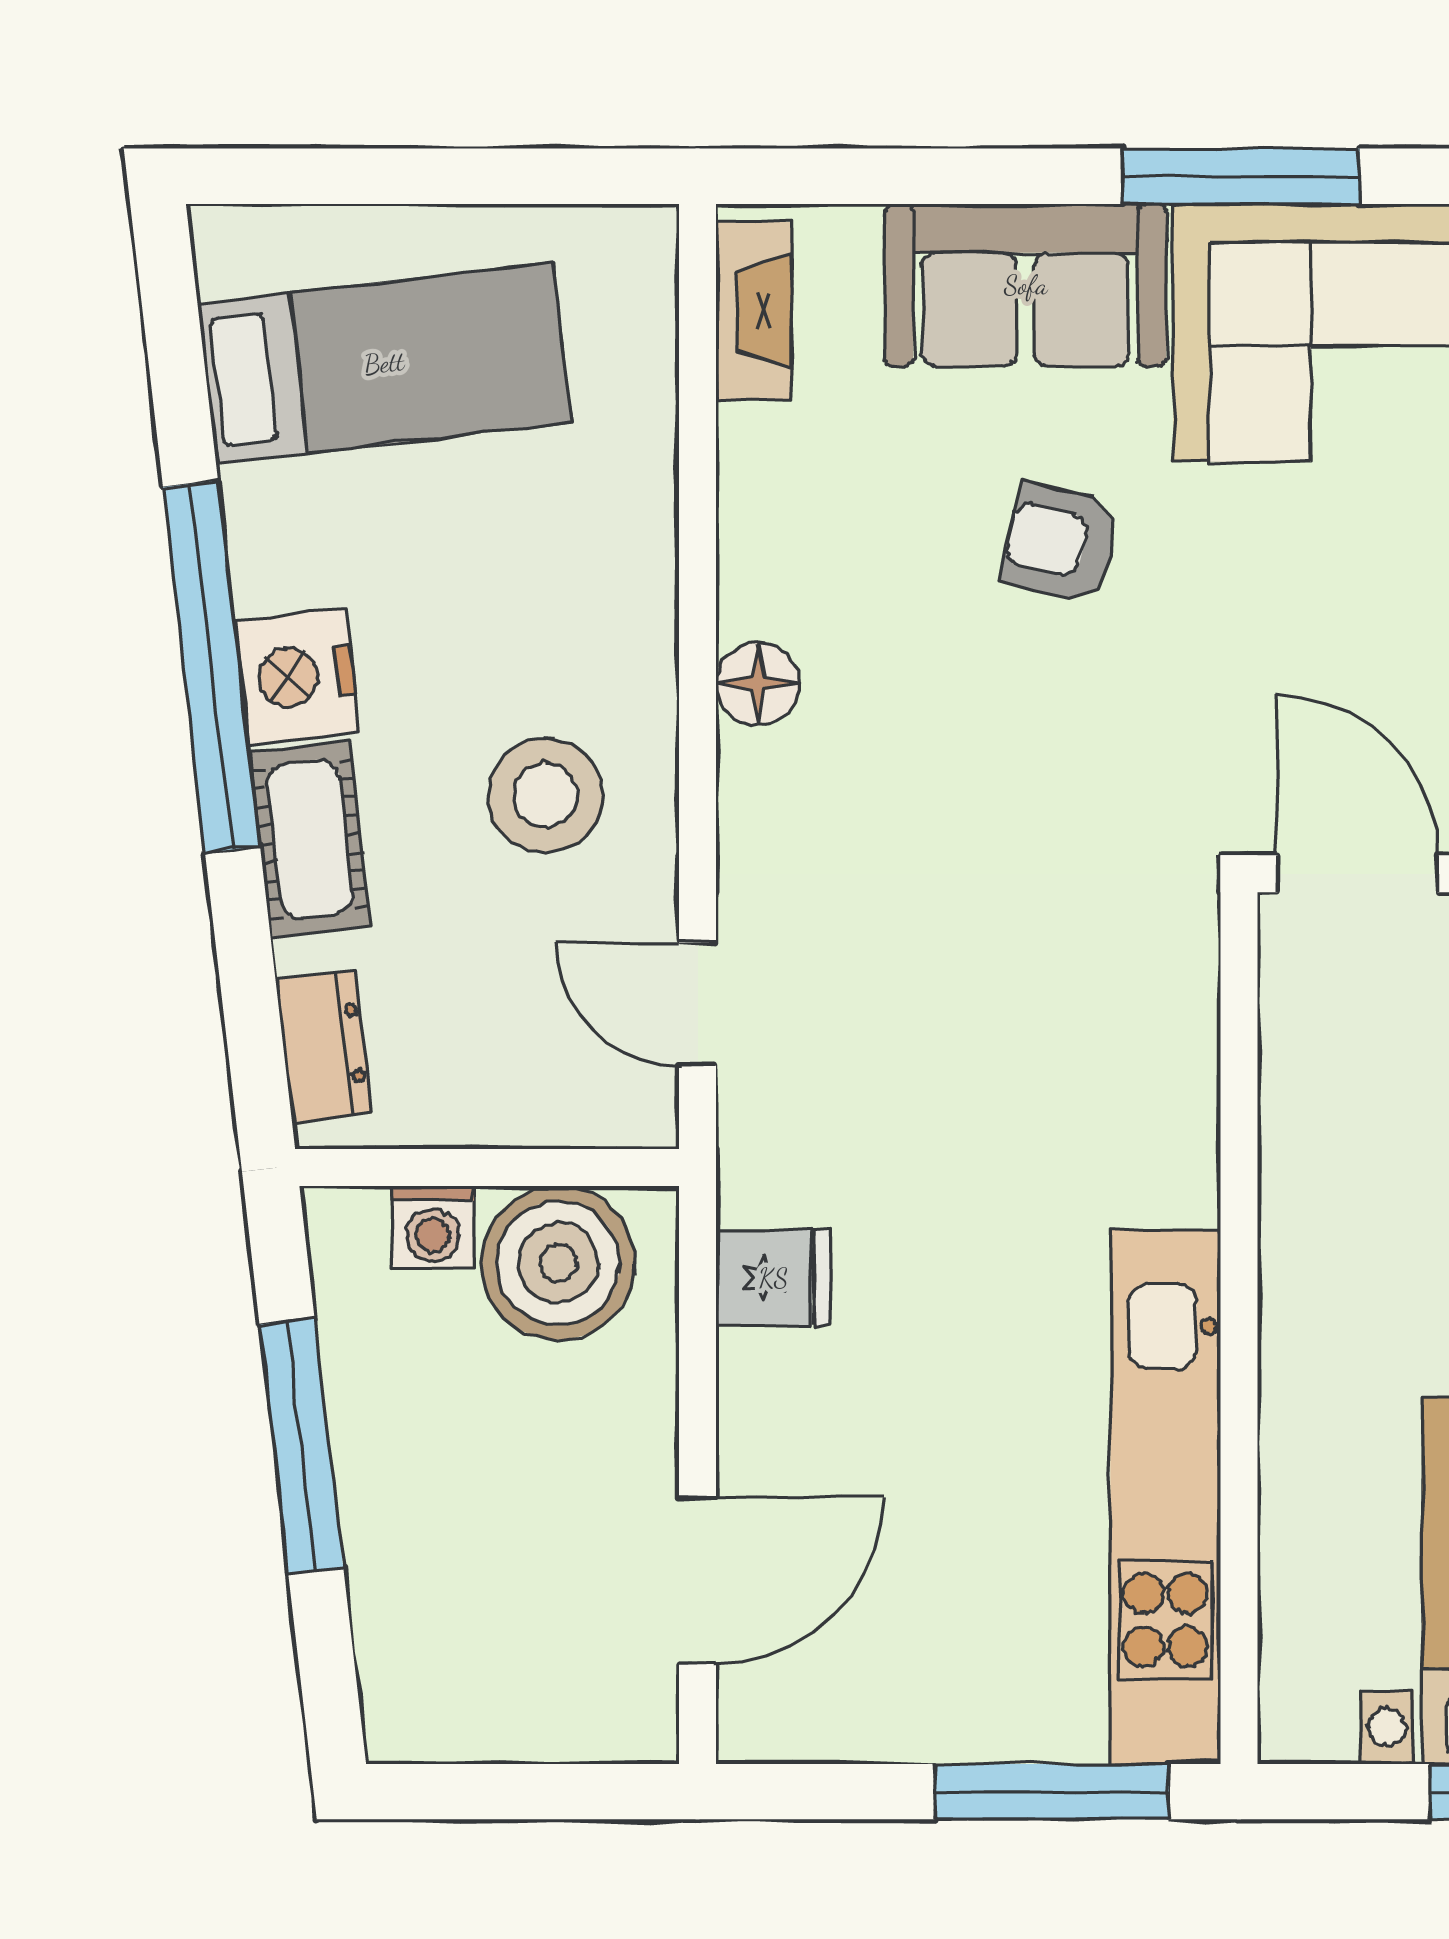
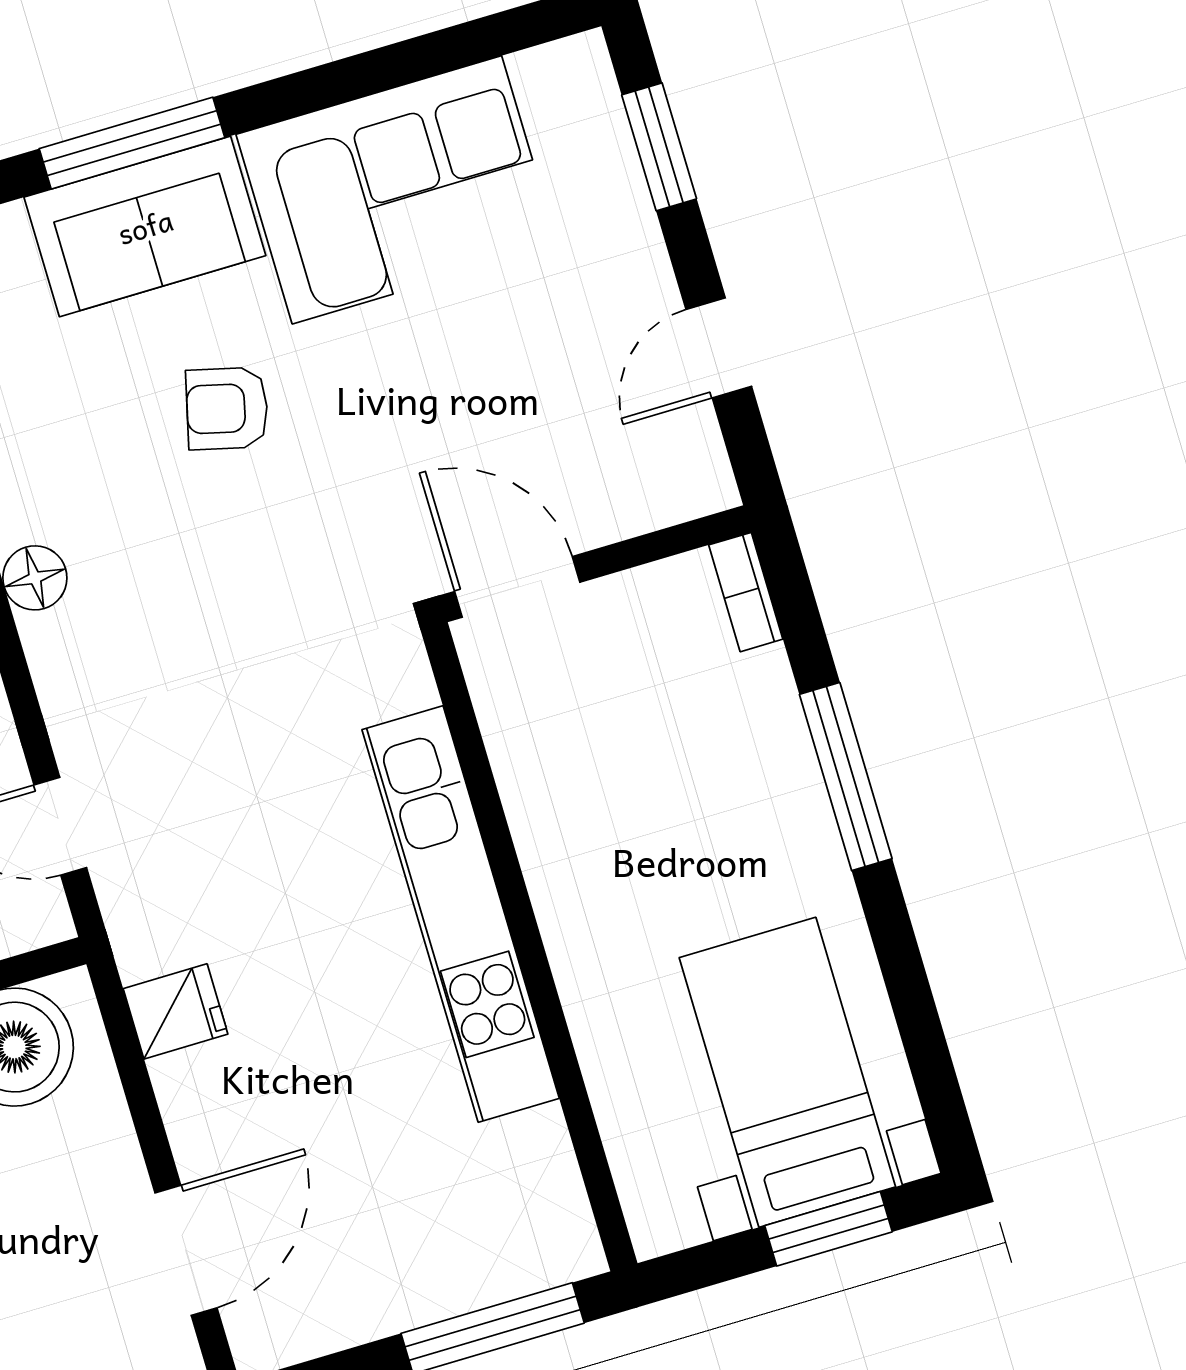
window: (1241, 176) -> (132, 143), moved
kitchen unit: (1166, 1497) -> (461, 914), moved

